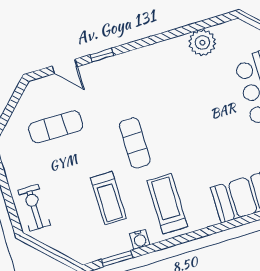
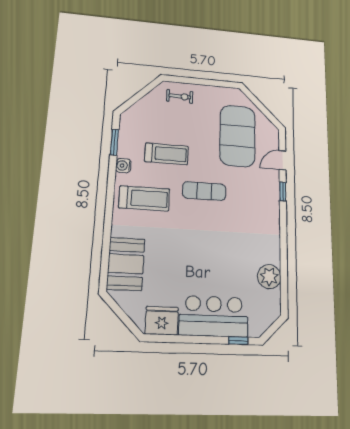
exercise mat: (56, 127) -> (237, 136), width x2.00, depth x1.45
treadmill: (108, 198) -> (167, 154), turned 180
exercise bike: (34, 208) -> (180, 96), width x0.73, depth x0.72

